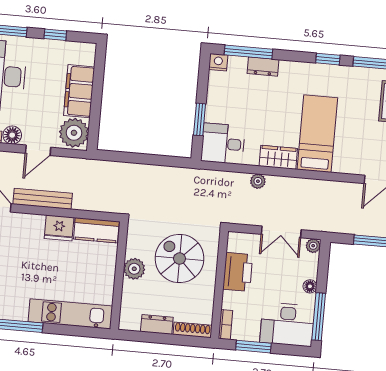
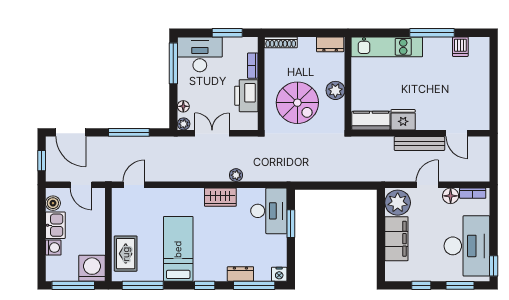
window: (328, 59) -> (205, 285), moved
bed: (317, 134) -> (178, 249), moved, turned 180
desk: (223, 144) -> (269, 211), width x1.37
floor lamp: (310, 286) -> (183, 106), moved
dresser: (157, 324) -> (330, 44), moved
bookcase: (226, 325) -> (253, 66), moved

